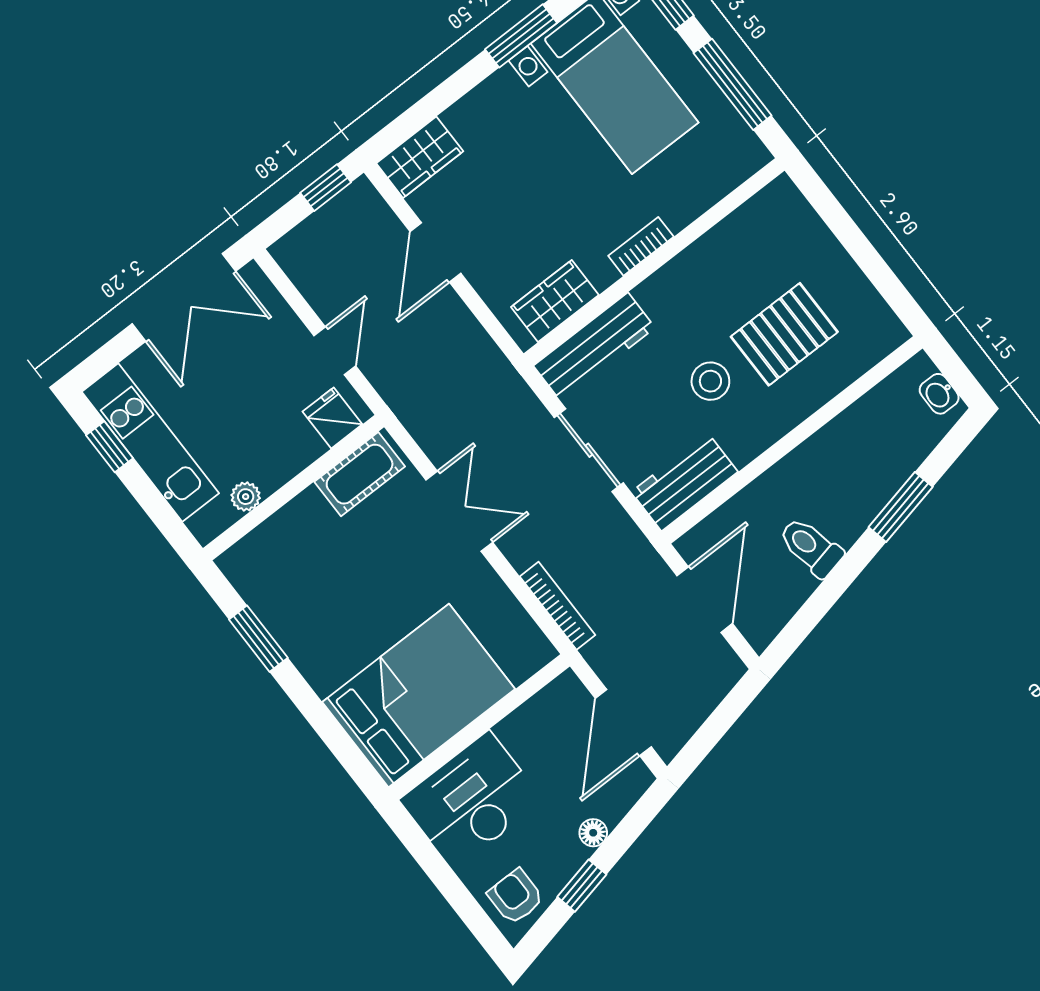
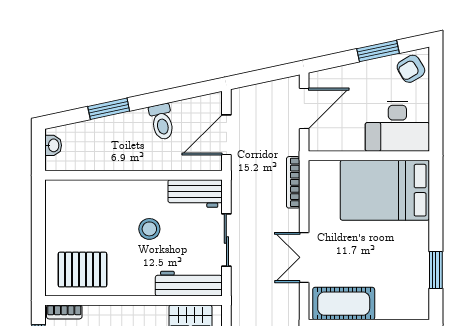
bookcase: (641, 246) -> (64, 312), moved
pallet: (784, 334) -> (82, 270), moved
cot: (360, 474) -> (344, 304), width x1.37, depth x1.34
floor lamp: (593, 833) -> (355, 70), removed
window: (582, 886) -> (378, 51), width x1.50
armchair: (515, 897) -> (411, 69), turned 59

